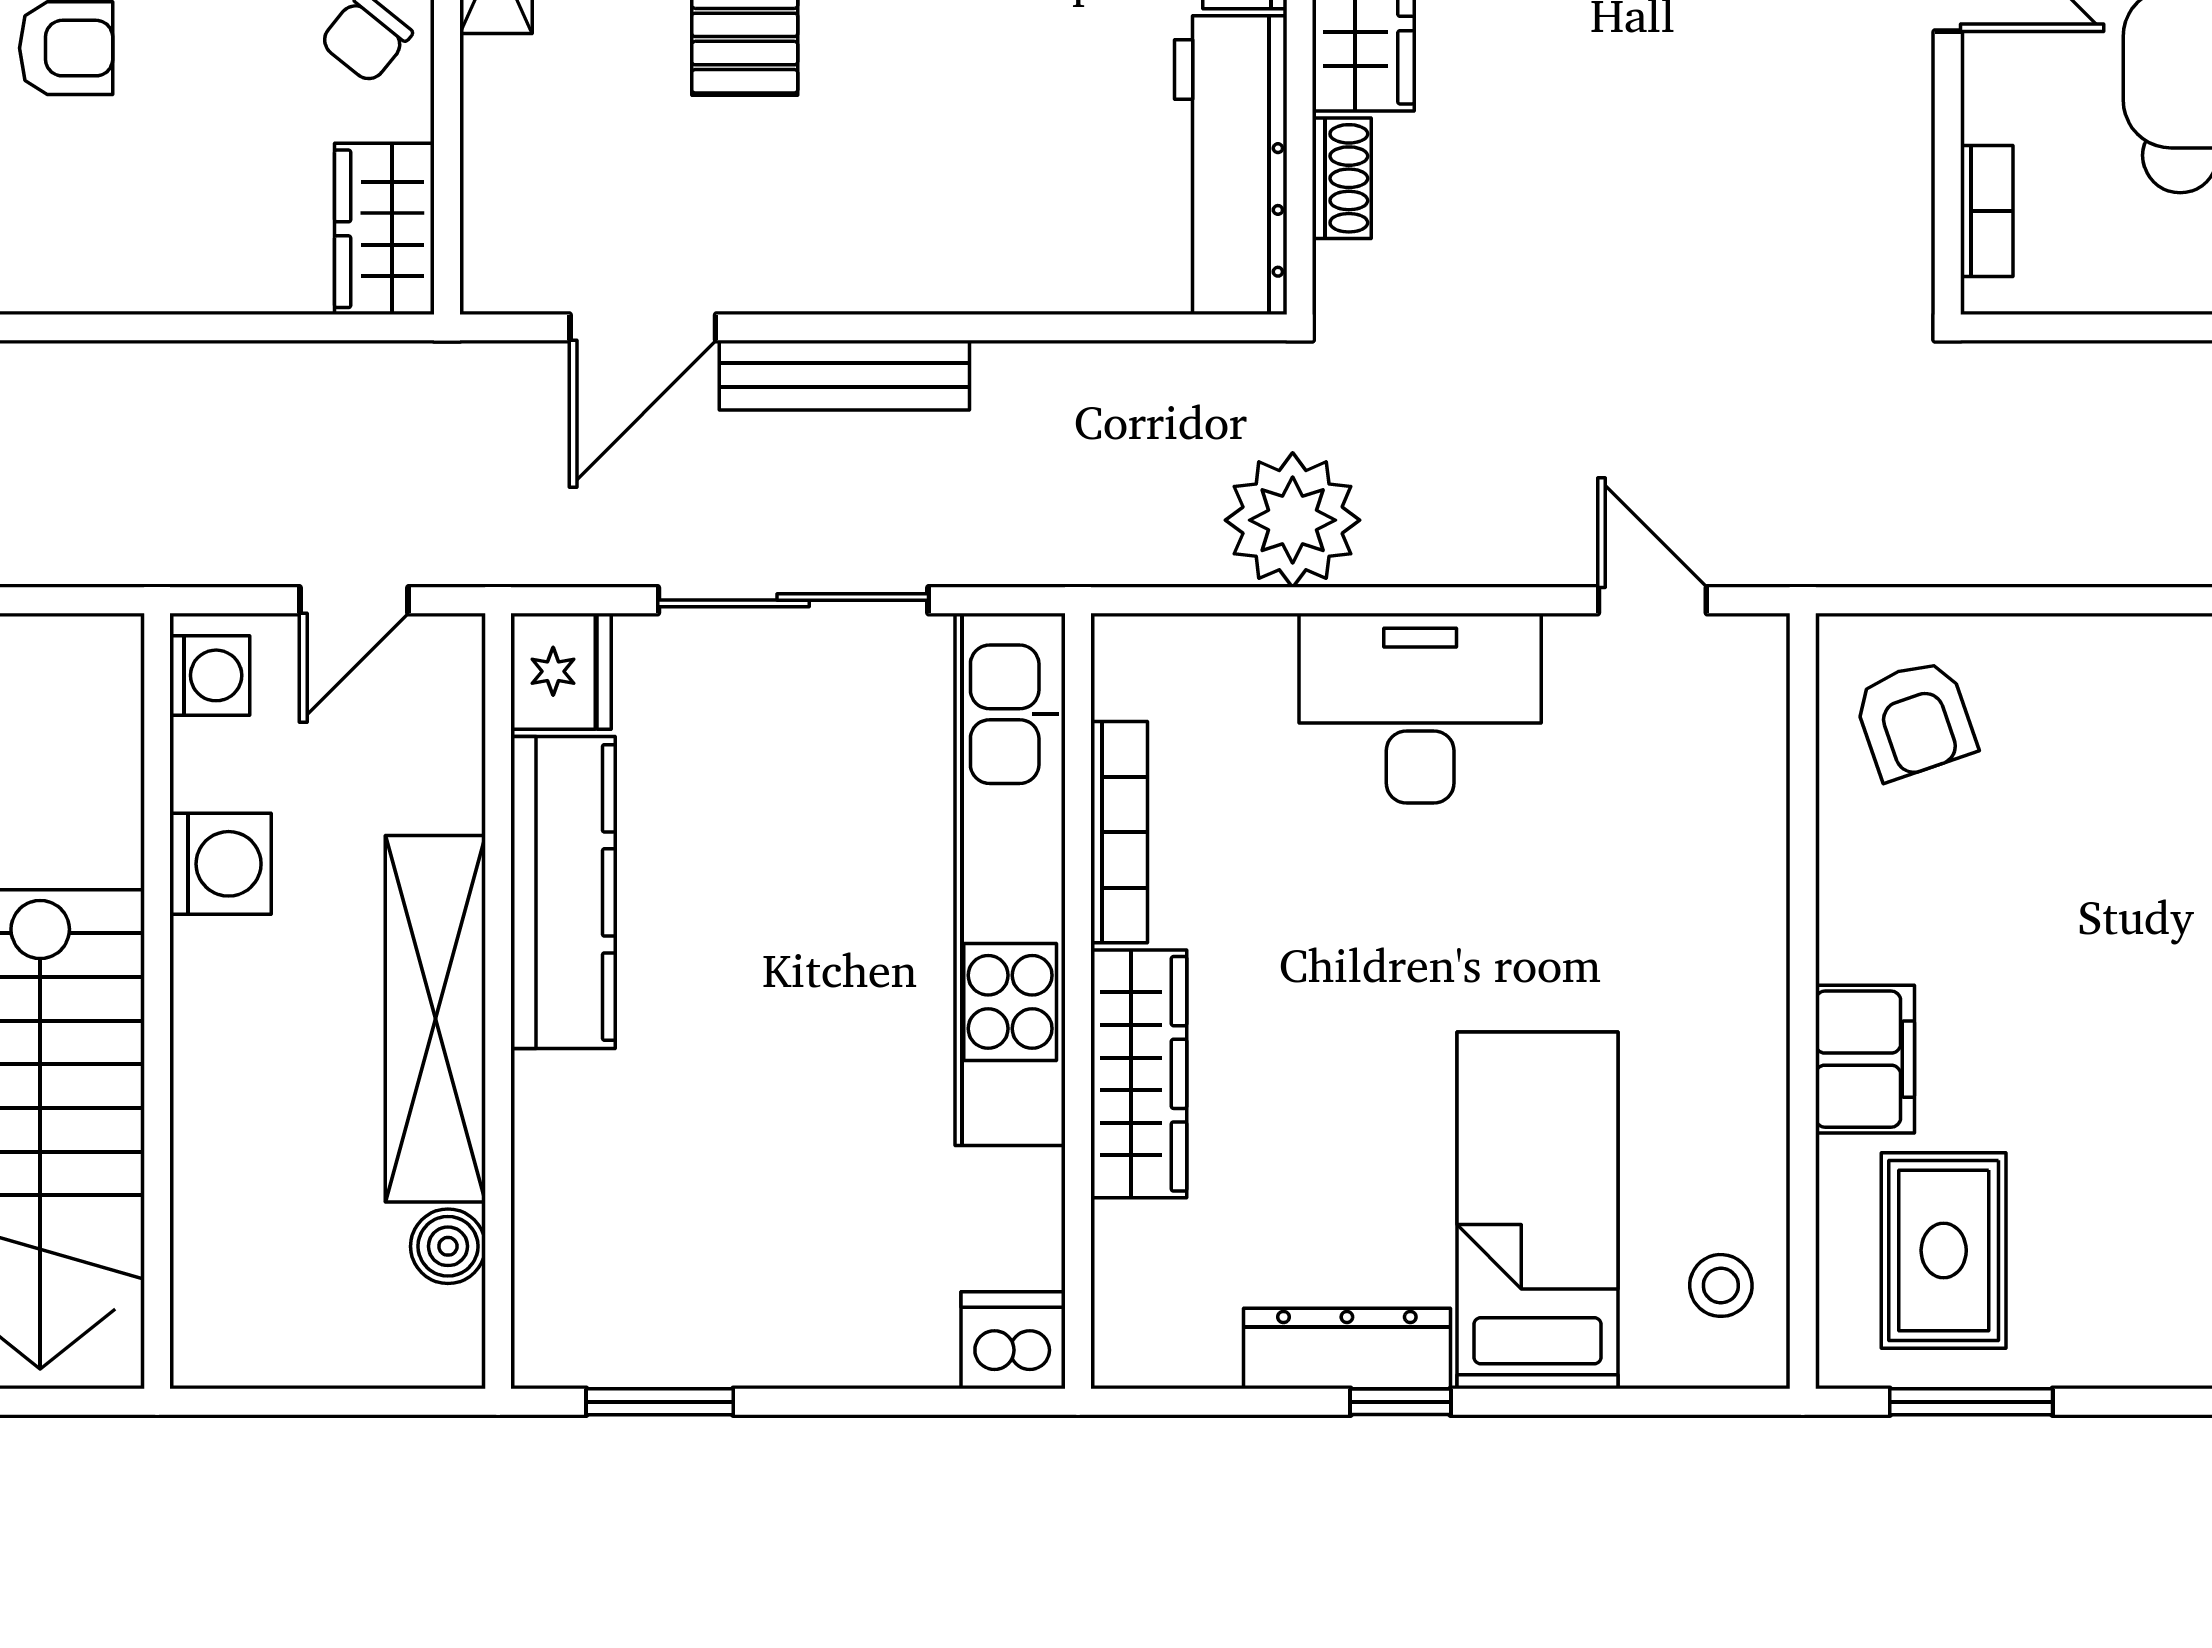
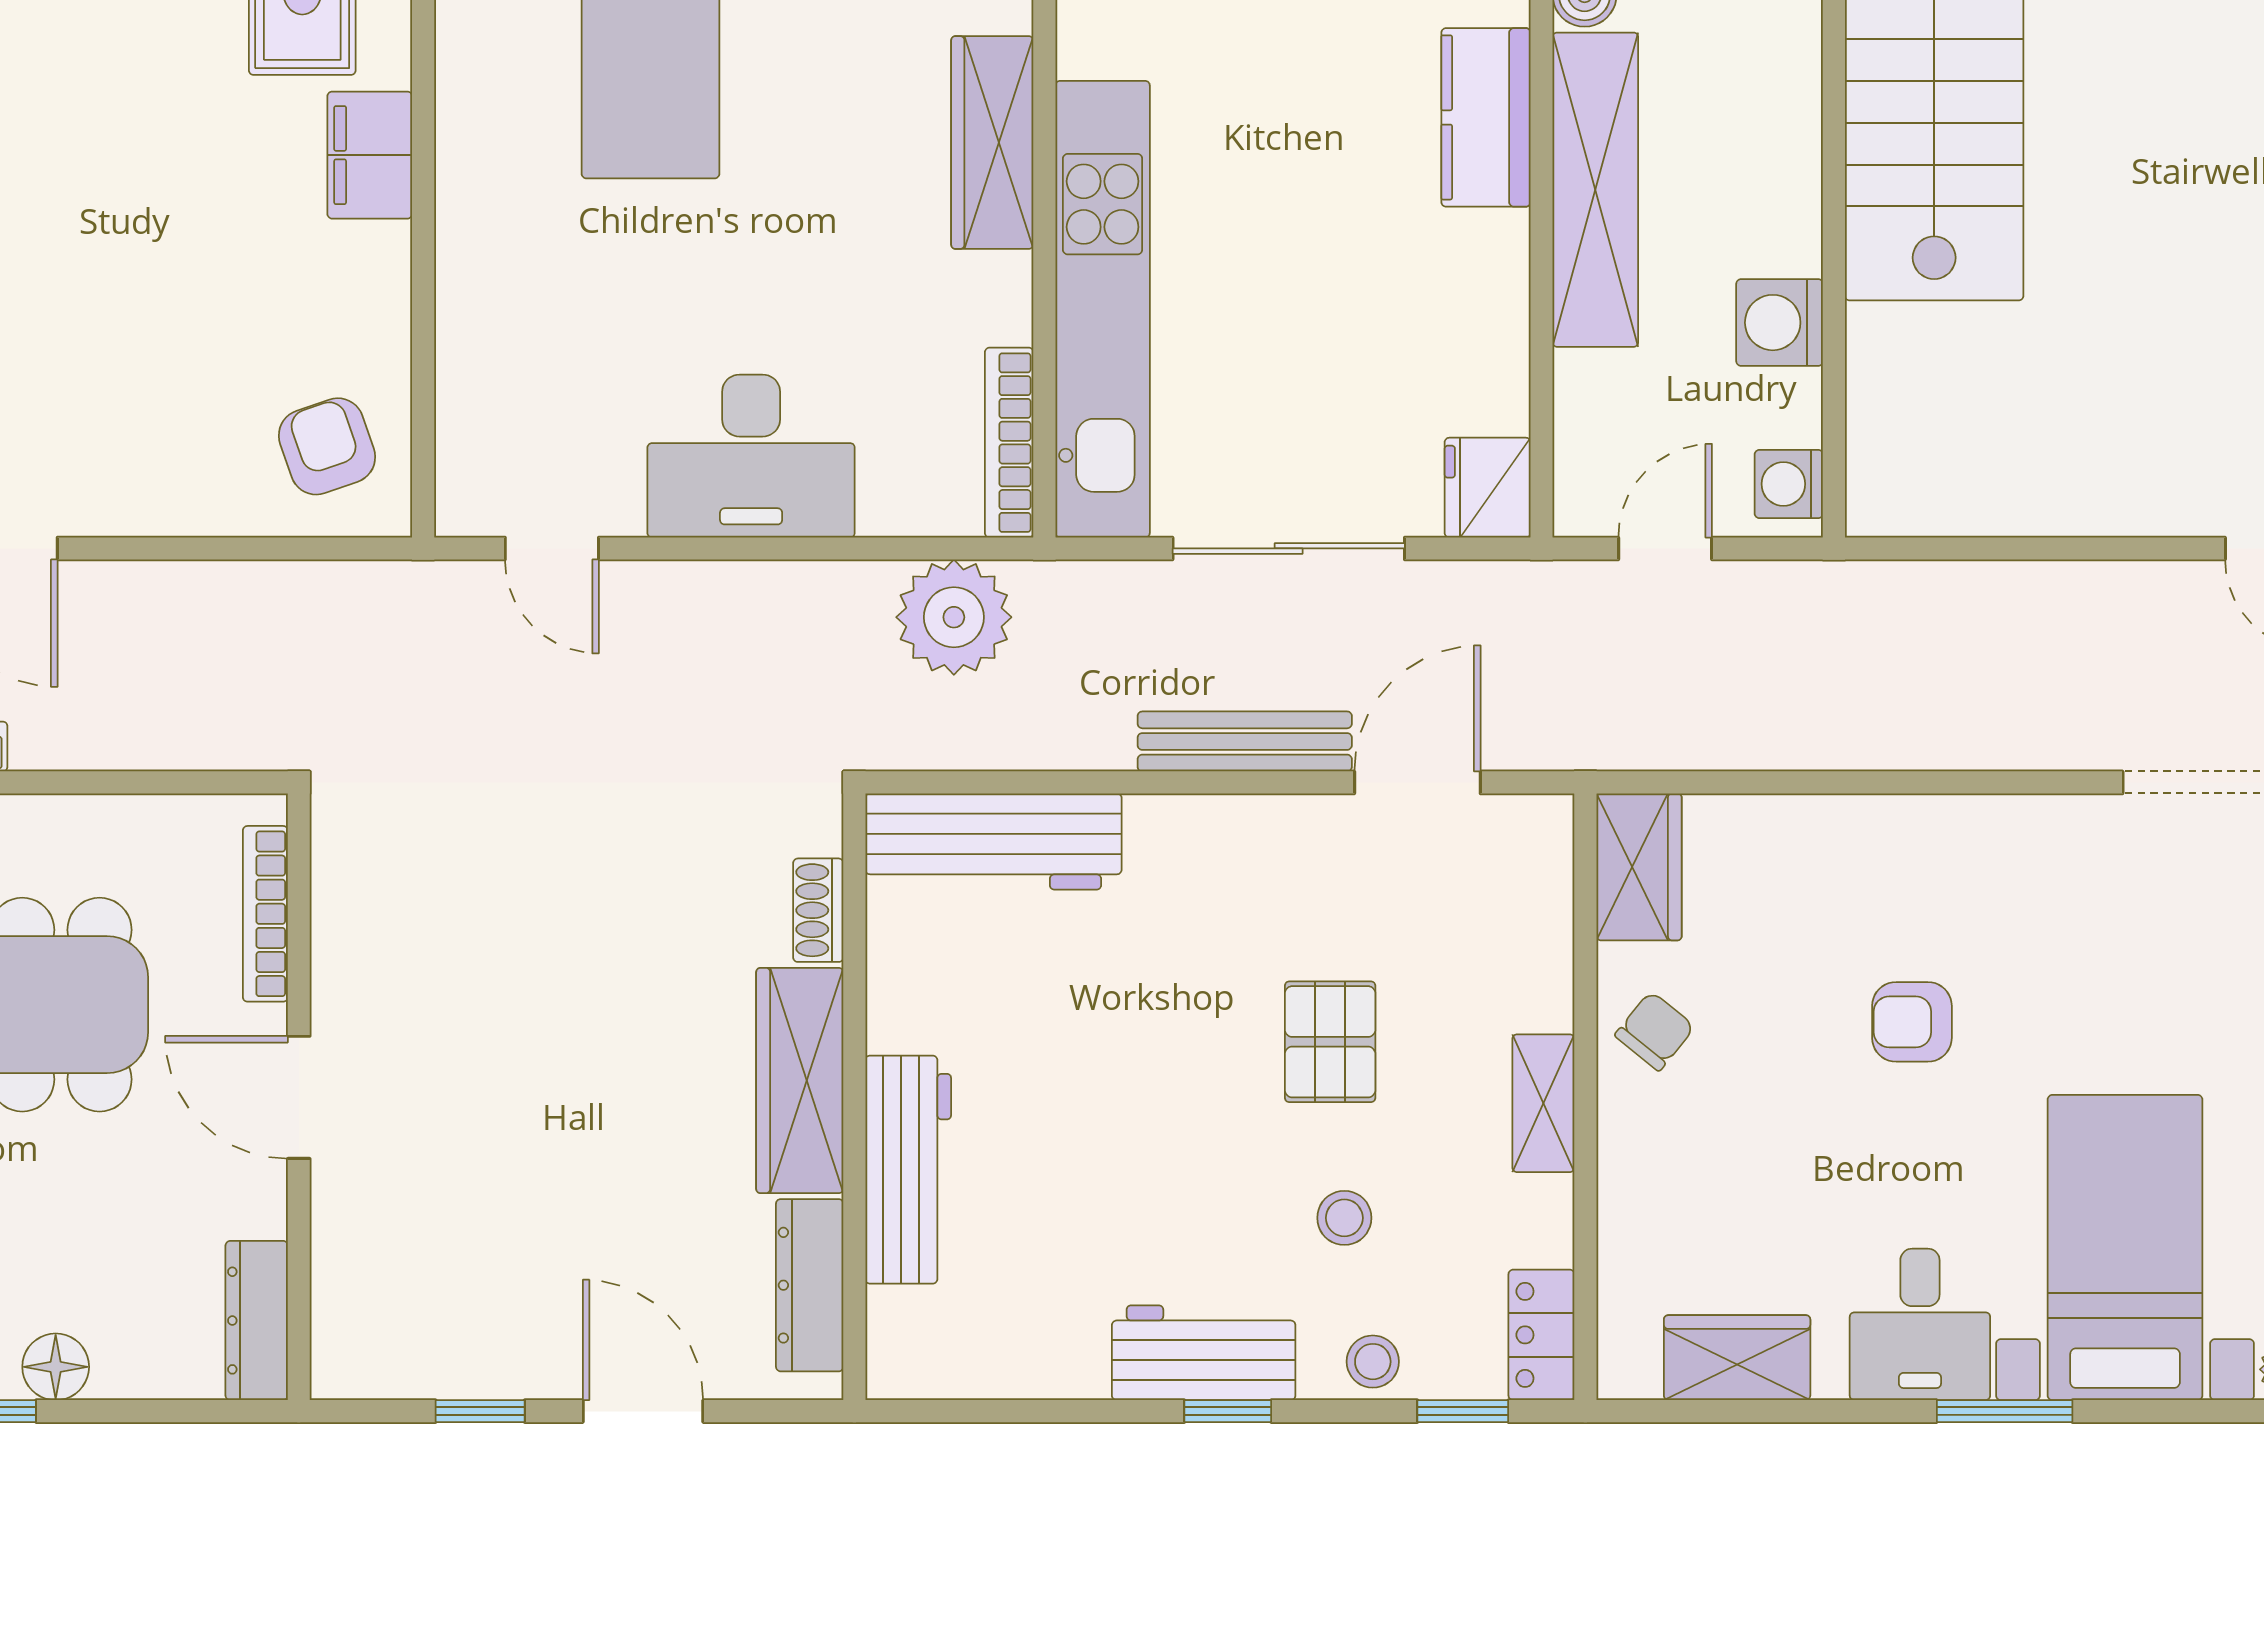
workbench: (1231, 165) -> (993, 842), moved, turned 90
bookcase: (1987, 211) -> (265, 914), width x1.56
plant: (1293, 520) -> (954, 617), moved
bookcase: (1119, 832) -> (1009, 443), moved
kitchen counter: (563, 892) -> (1486, 117), moved, width x0.67

